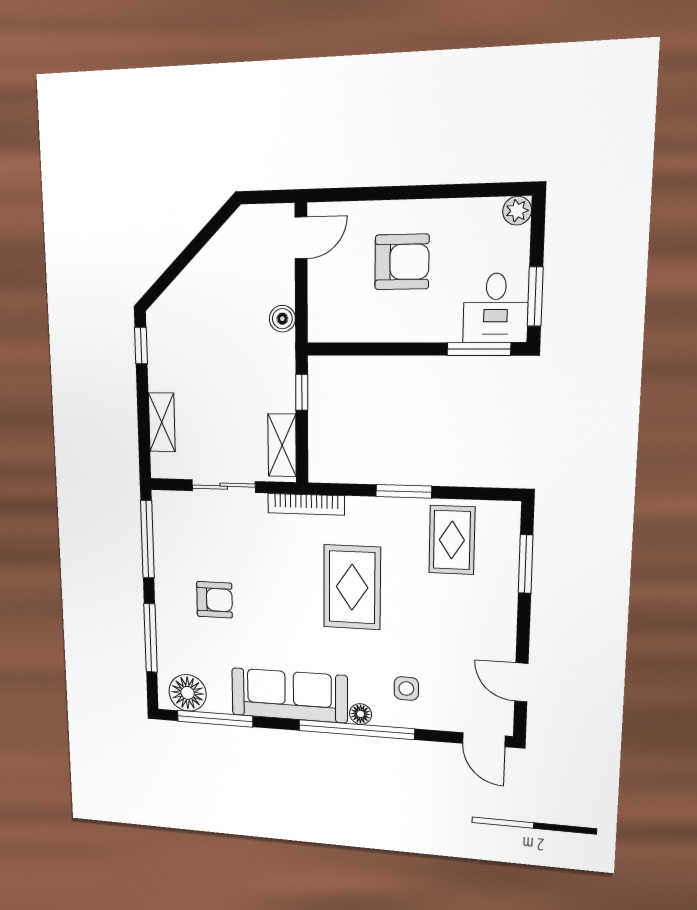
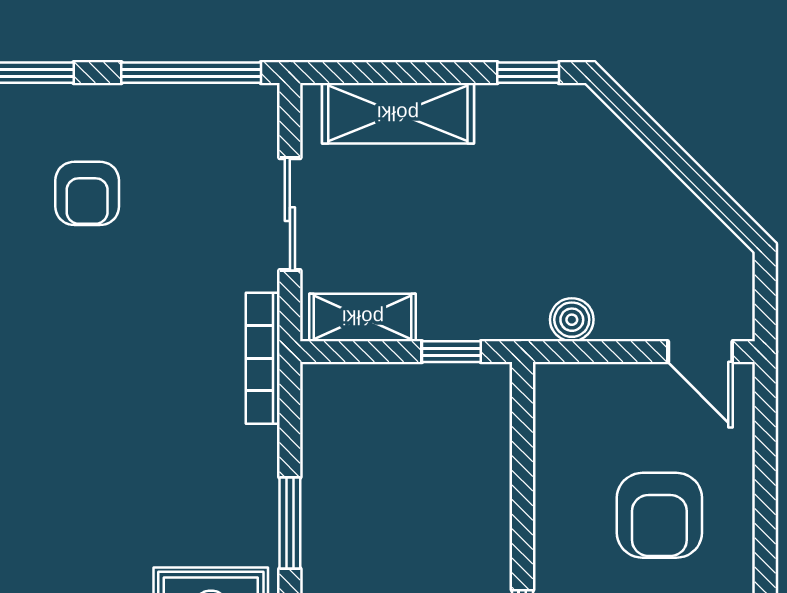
shelving: (162, 422) -> (398, 113), width x1.50, depth x1.33
rug: (352, 587) -> (122, 437), removed

